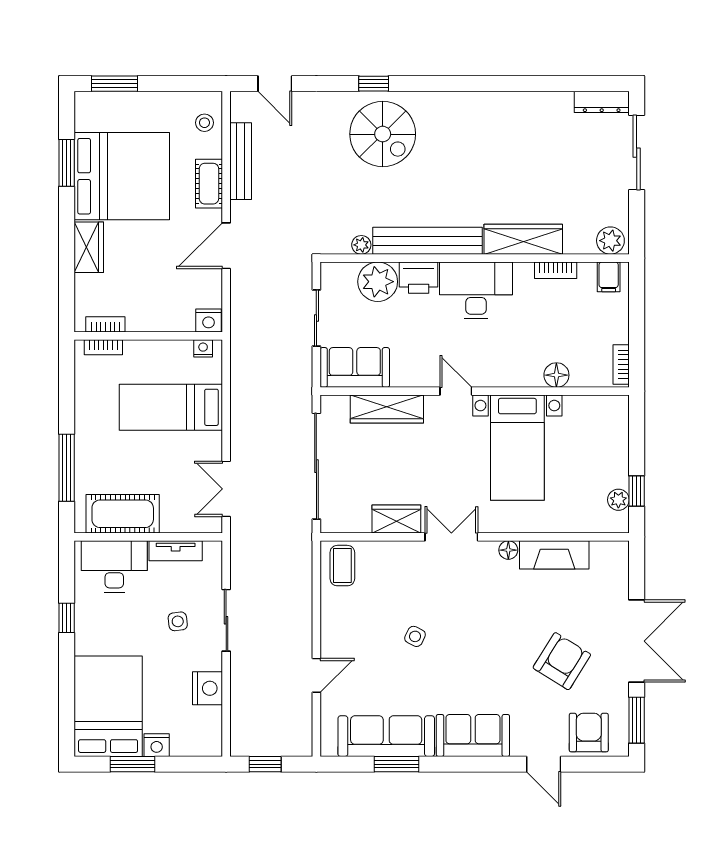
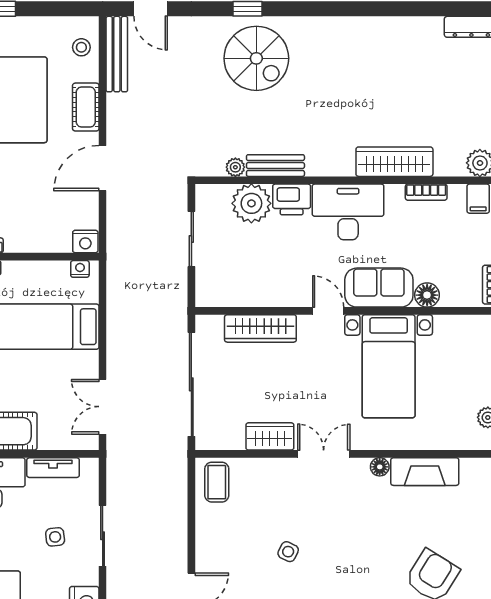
bench: (241, 161) -> (117, 54), moved
bench: (427, 241) -> (275, 166), width x0.54, depth x0.82
sofa: (355, 367) -> (379, 288), moved

